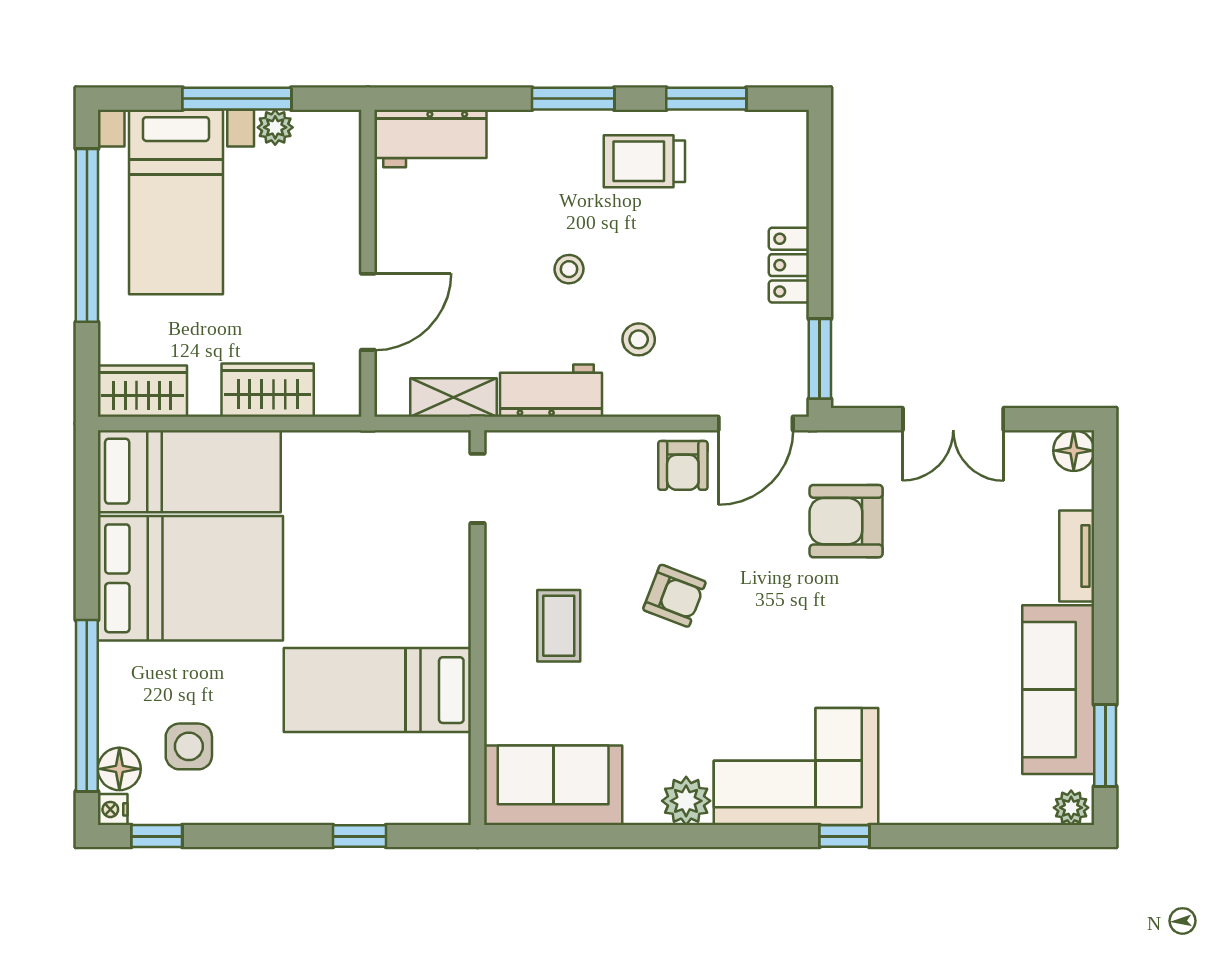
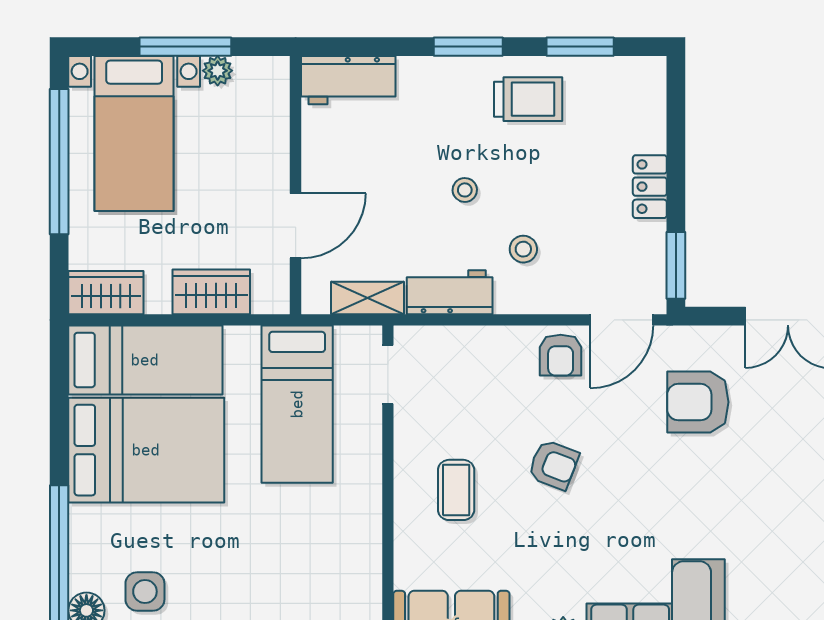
trolley: (644, 161) -> (528, 99), turned 180
bed: (377, 690) -> (297, 404), moved, turned -90

